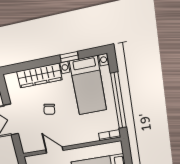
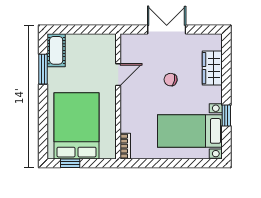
wardrobe: (39, 76) -> (212, 68), width x0.67
window: (119, 101) -> (166, 163), removed

